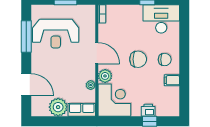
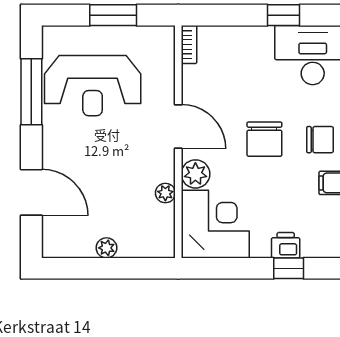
chair: (138, 59) -> (264, 139), turned 90
plant: (58, 107) -> (106, 248), width x0.53, depth x0.53
row of seats: (82, 110) -> (147, 245), removed

